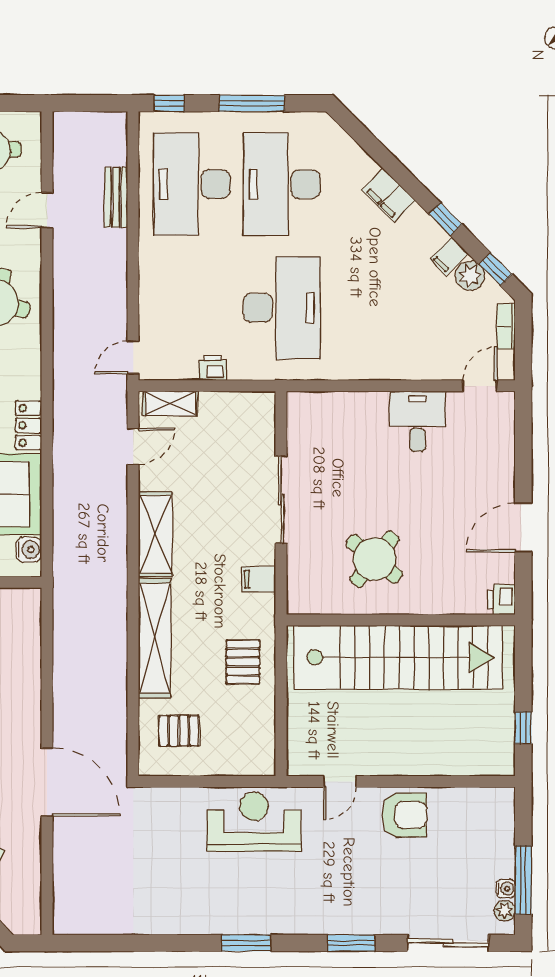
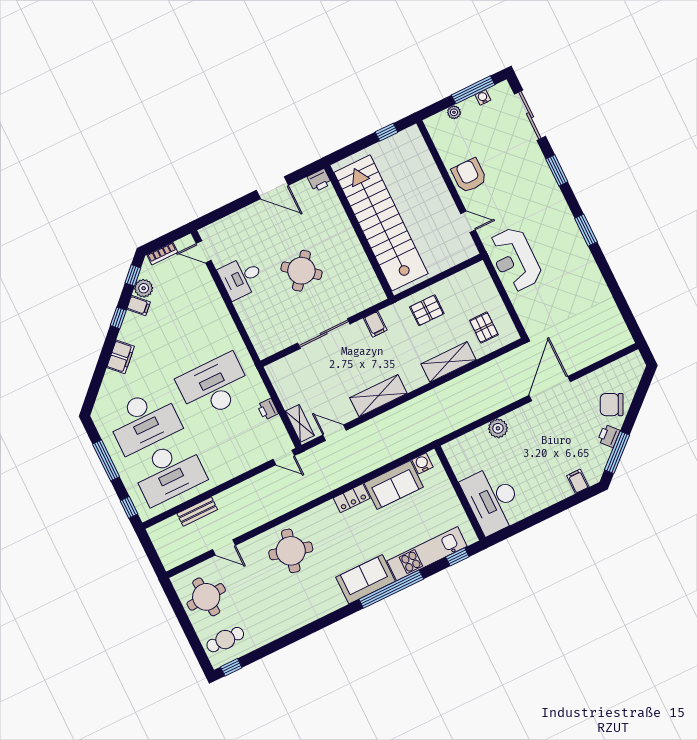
round table: (375, 559) -> (301, 271), moved
shelving: (155, 638) -> (449, 362), width x0.68
plant: (26, 681) -> (498, 428), added
plant: (505, 911) -> (454, 112), moved

